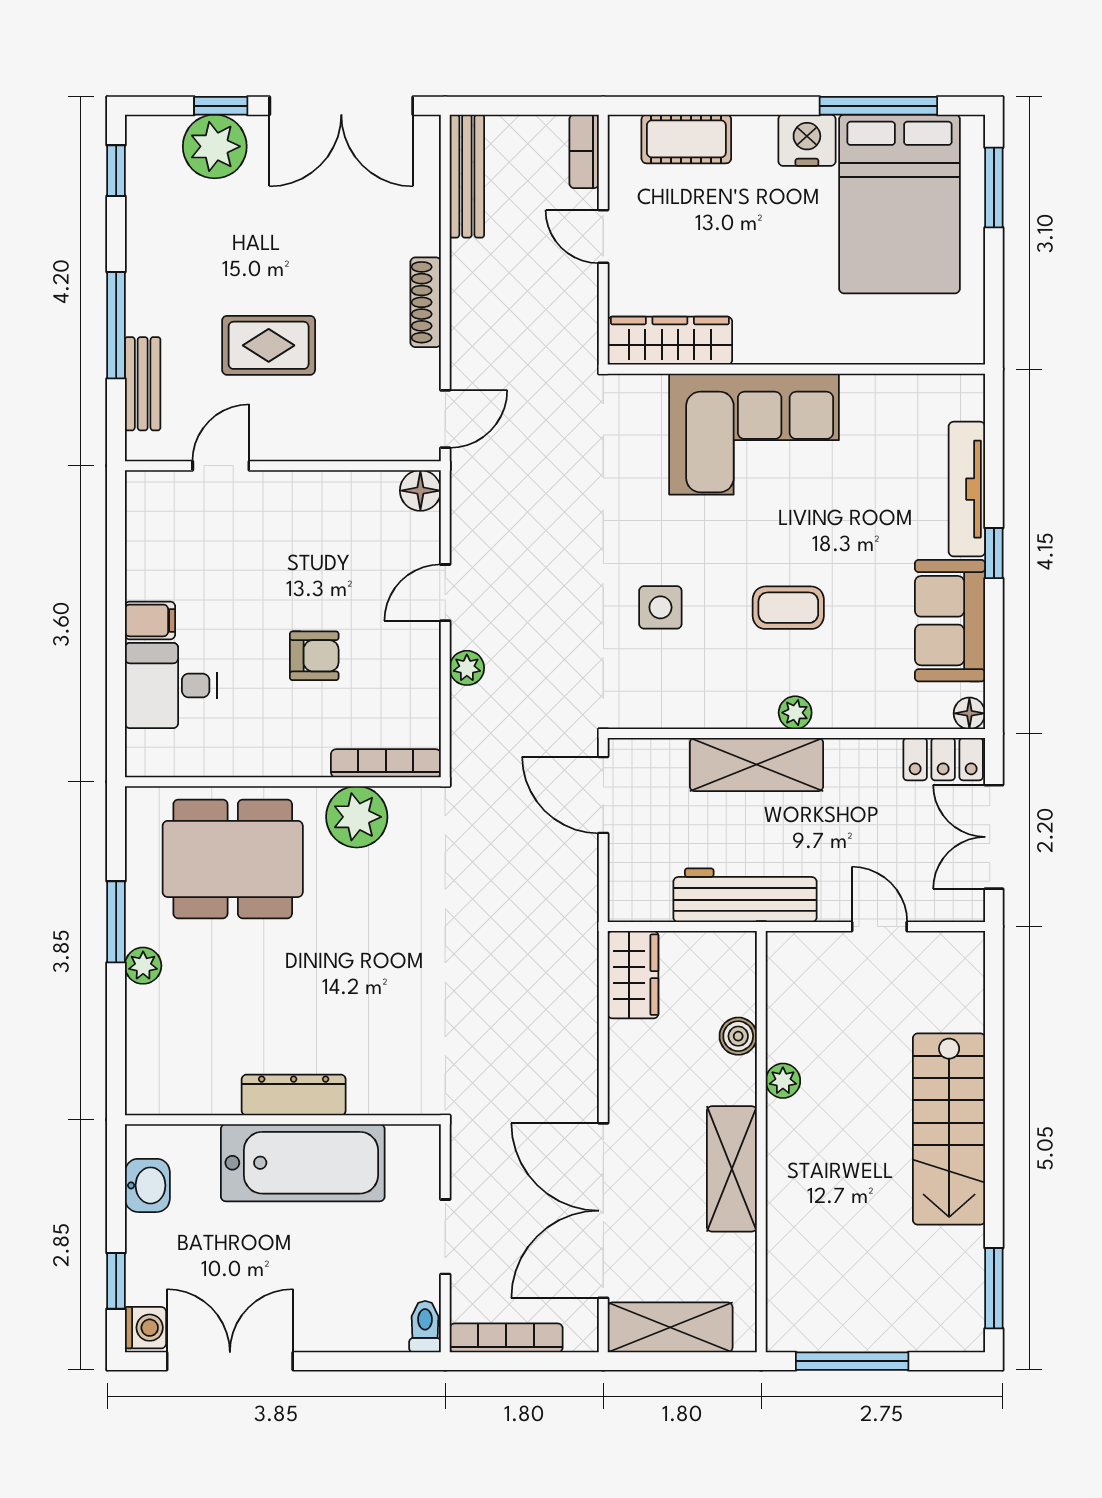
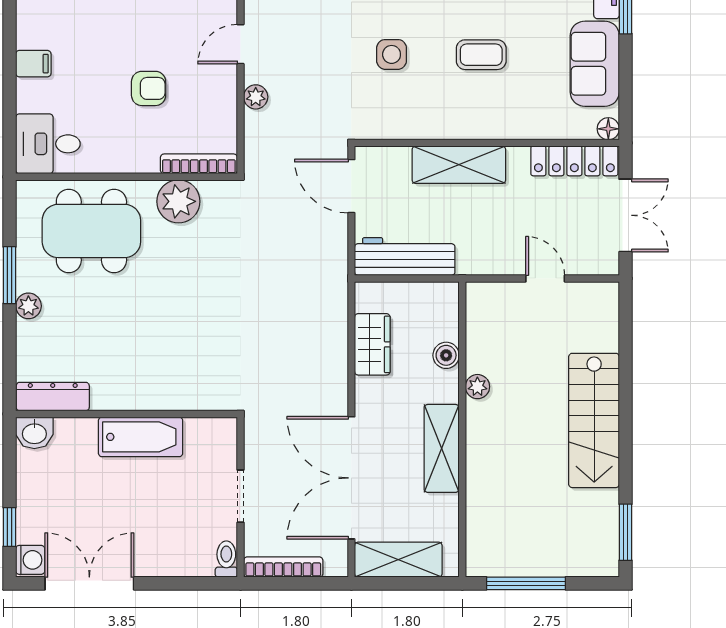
desk: (171, 685) -> (48, 144), moved
plant: (795, 713) -> (486, 128), removed
locker: (943, 759) -> (574, 161), width x1.53
double door: (994, 837) -> (626, 215), swing flipped
workbench: (745, 895) -> (405, 256), moved
wardrobe: (633, 975) -> (372, 344), moved
dresser: (294, 1095) -> (53, 397), moved
bathtub: (303, 1163) -> (141, 437), width x0.73, depth x0.73
washbasin: (147, 1185) -> (34, 433), moved, turned 90

